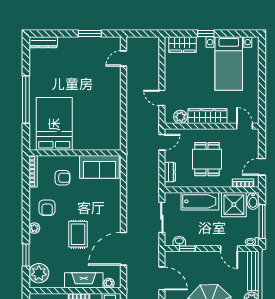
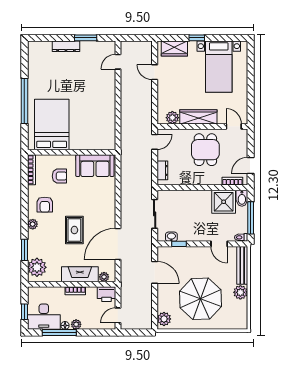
dresser: (43, 42) -> (66, 46), moved
door: (162, 98) -> (155, 72), moved
dining table: (207, 159) -> (205, 150), moved
bathtub: (200, 201) -> (191, 199), removed

